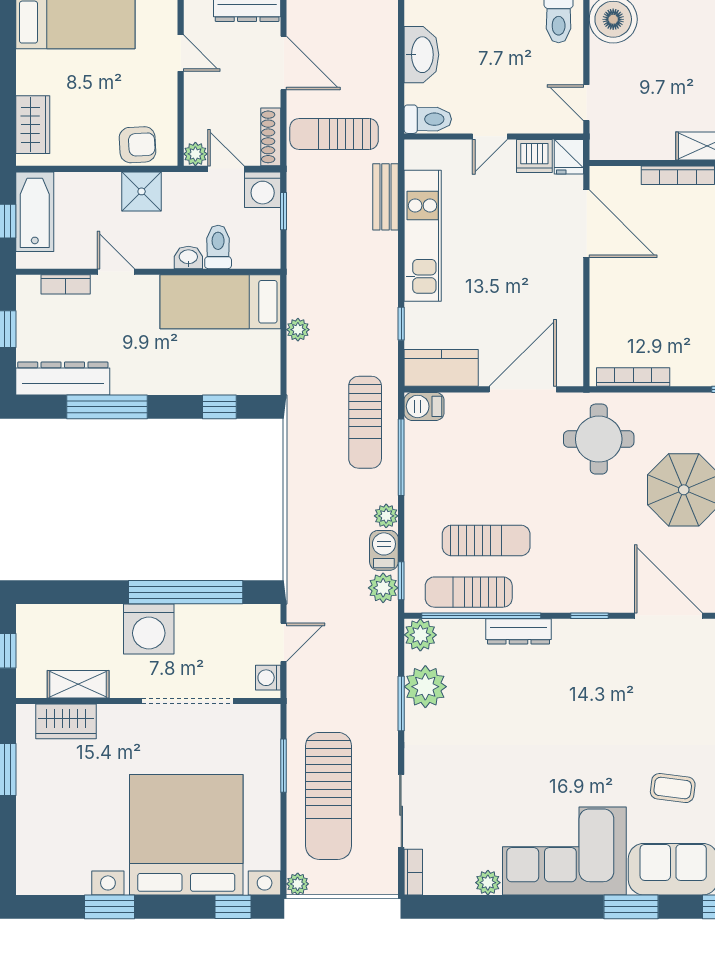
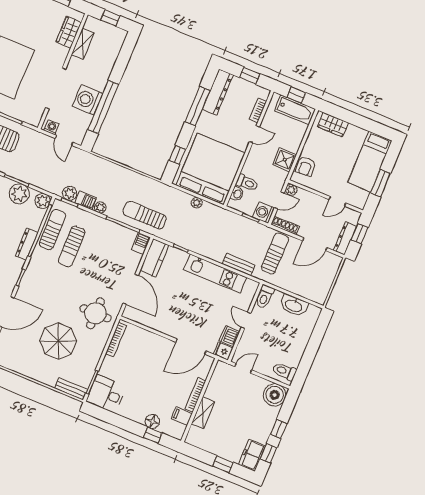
washbasin: (188, 257) -> (237, 194), moved
bed: (220, 302) -> (210, 169), width x2.04
washing machine: (149, 629) -> (87, 100), moved

